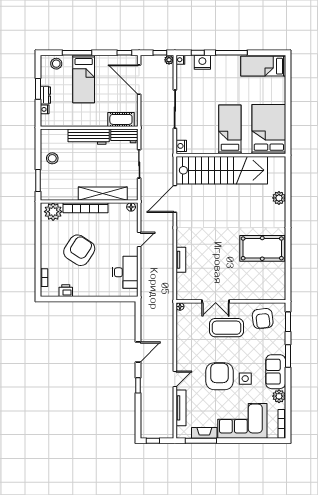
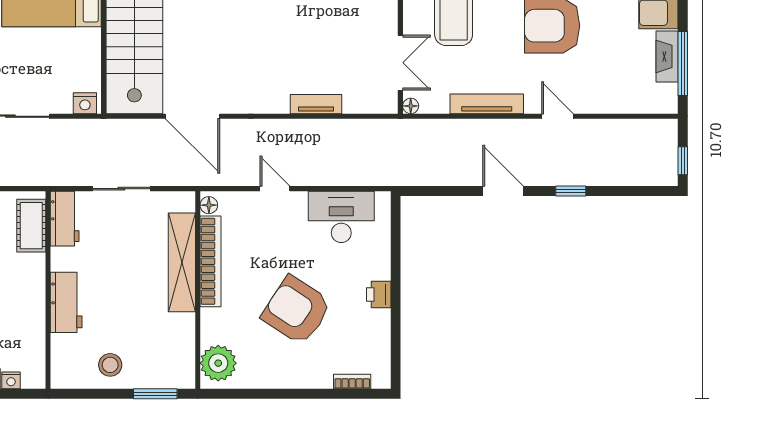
workbench: (89, 137) -> (66, 302), width x0.73
bookcase: (85, 208) -> (210, 261), moved
printer: (66, 291) -> (379, 294), moved
double door: (216, 301) -> (400, 63), moved
tv unit: (181, 408) -> (487, 104), moved

